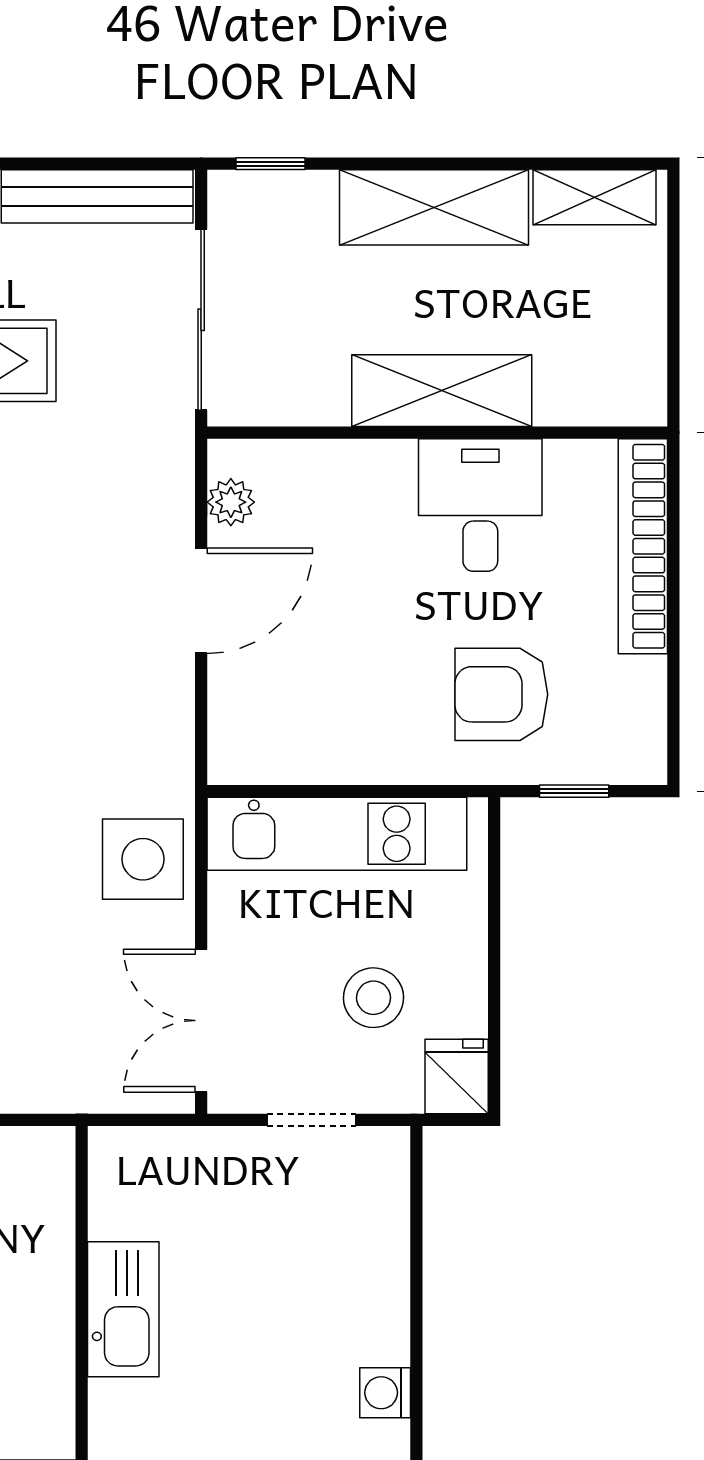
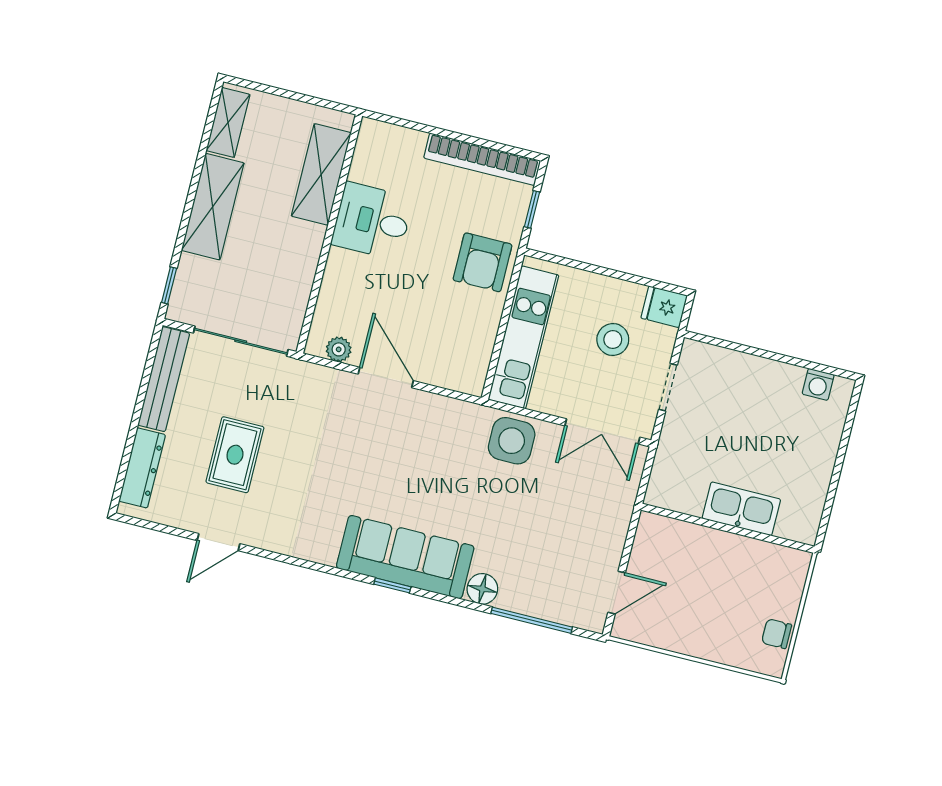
shelving: (442, 391) -> (321, 174), moved
bookcase: (643, 546) -> (482, 159), moved
armchair: (501, 694) -> (483, 262), moved

